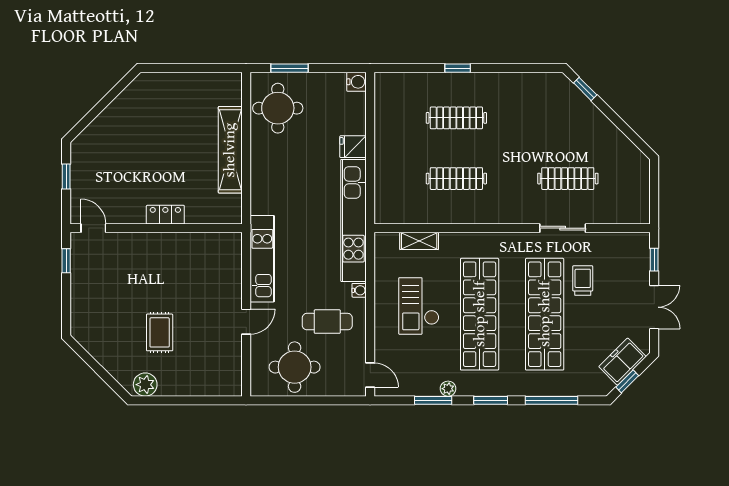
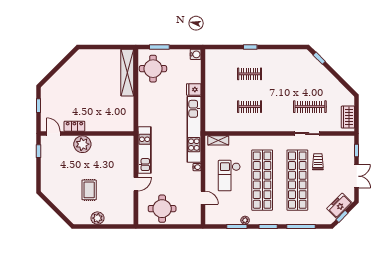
clothes rail: (456, 118) -> (250, 74), width x0.73
shelving: (230, 150) -> (127, 73), moved
clothes rail: (456, 179) -> (250, 107), width x0.73
wardrobe: (638, 198) -> (348, 117), added
locker: (165, 215) -> (74, 126), moved
shelving: (419, 241) -> (218, 140), moved
plant: (147, 248) -> (82, 144), added
cafe table: (327, 322) -> (180, 184), removed
door: (370, 375) -> (203, 198), moved
plant: (145, 385) -> (97, 218), moved

